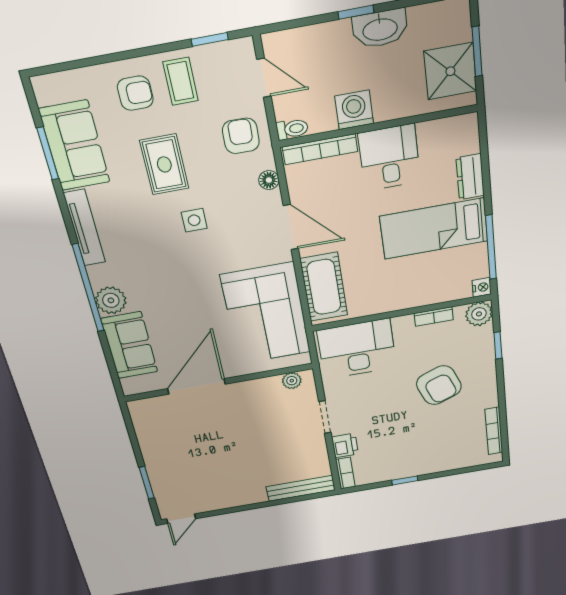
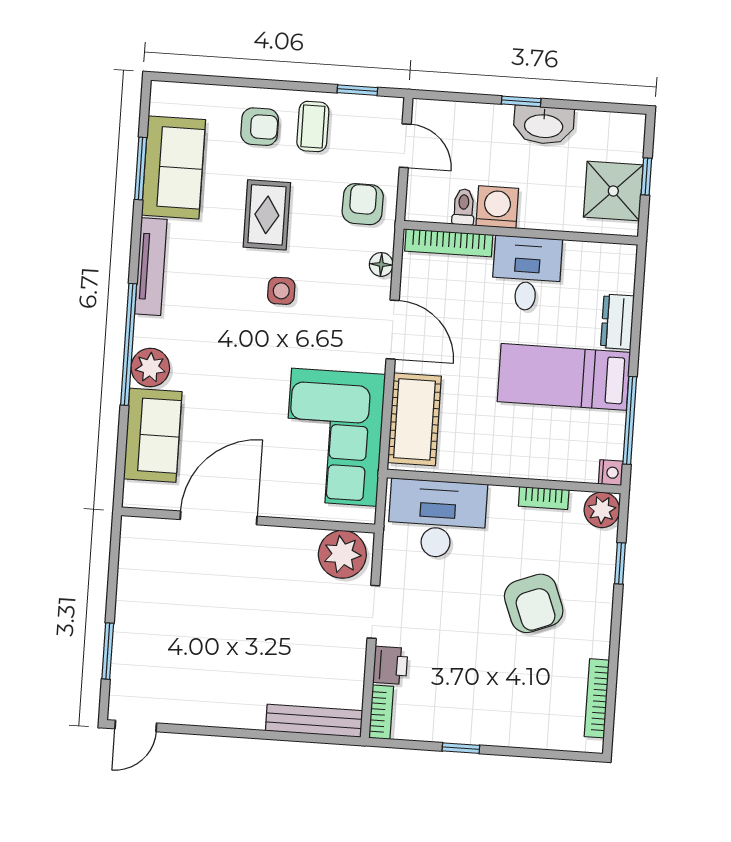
window: (477, 51) -> (646, 176), width x0.67
toilet: (292, 129) -> (464, 207), moved, turned -90
plant: (292, 381) -> (342, 554), width x1.88, depth x1.88

